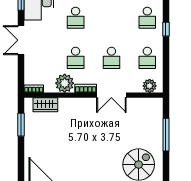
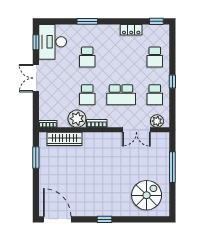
window: (166, 29) -> (172, 81), moved
school desk: (111, 58) -> (121, 95), width x1.85
double door: (111, 95) -> (136, 130), moved
wardrobe: (45, 105) -> (65, 139), width x1.50

